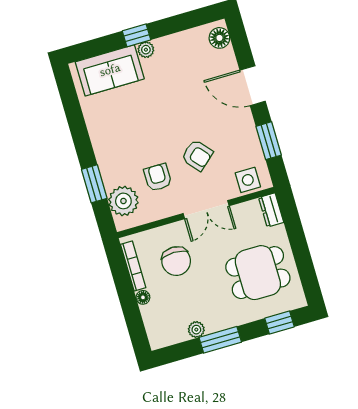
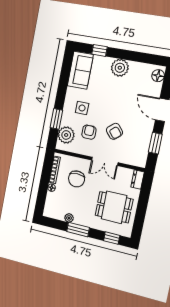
window: (136, 35) -> (99, 50), moved
plant: (146, 50) -> (120, 68), width x1.87, depth x1.87
sofa: (110, 70) -> (80, 70), moved, turned -90
side table: (248, 180) -> (82, 108), moved

